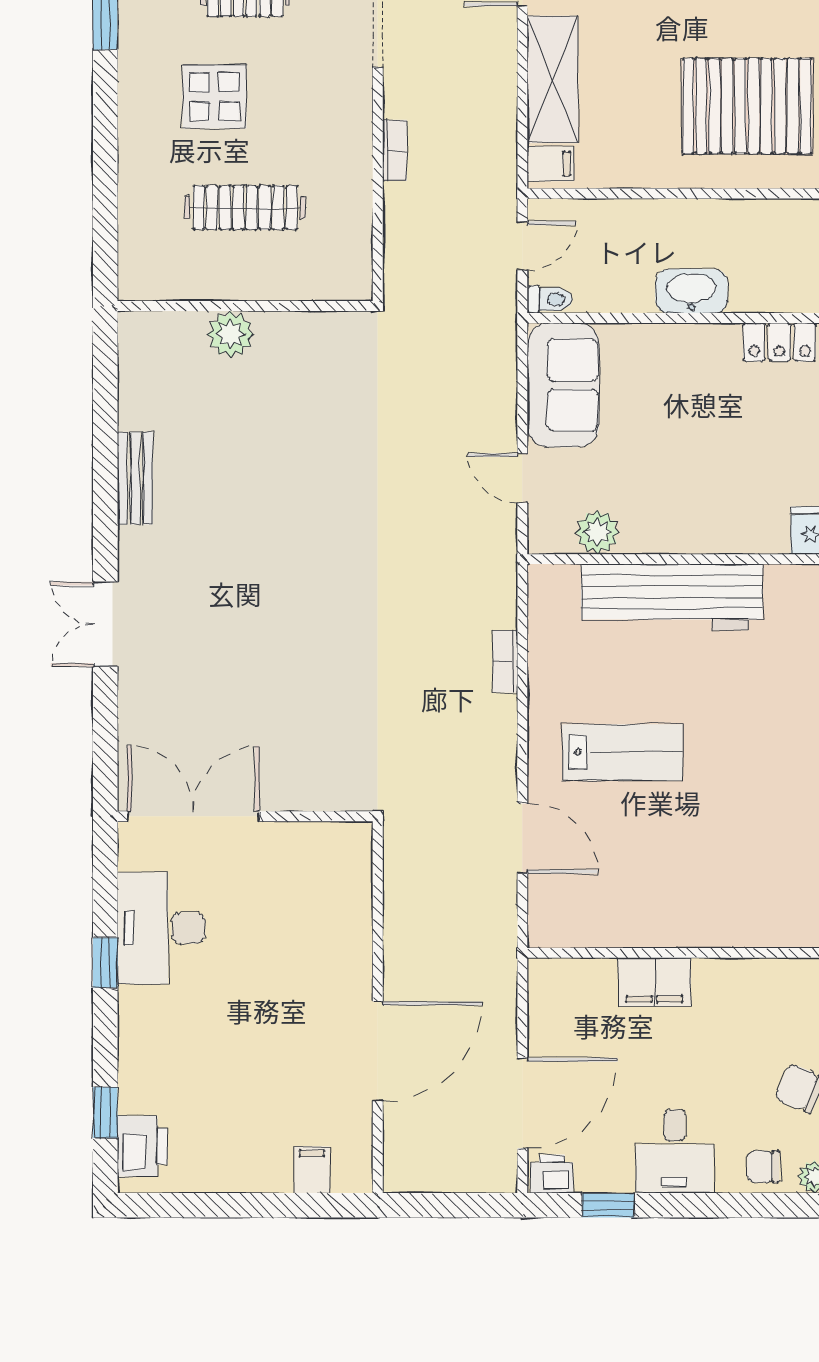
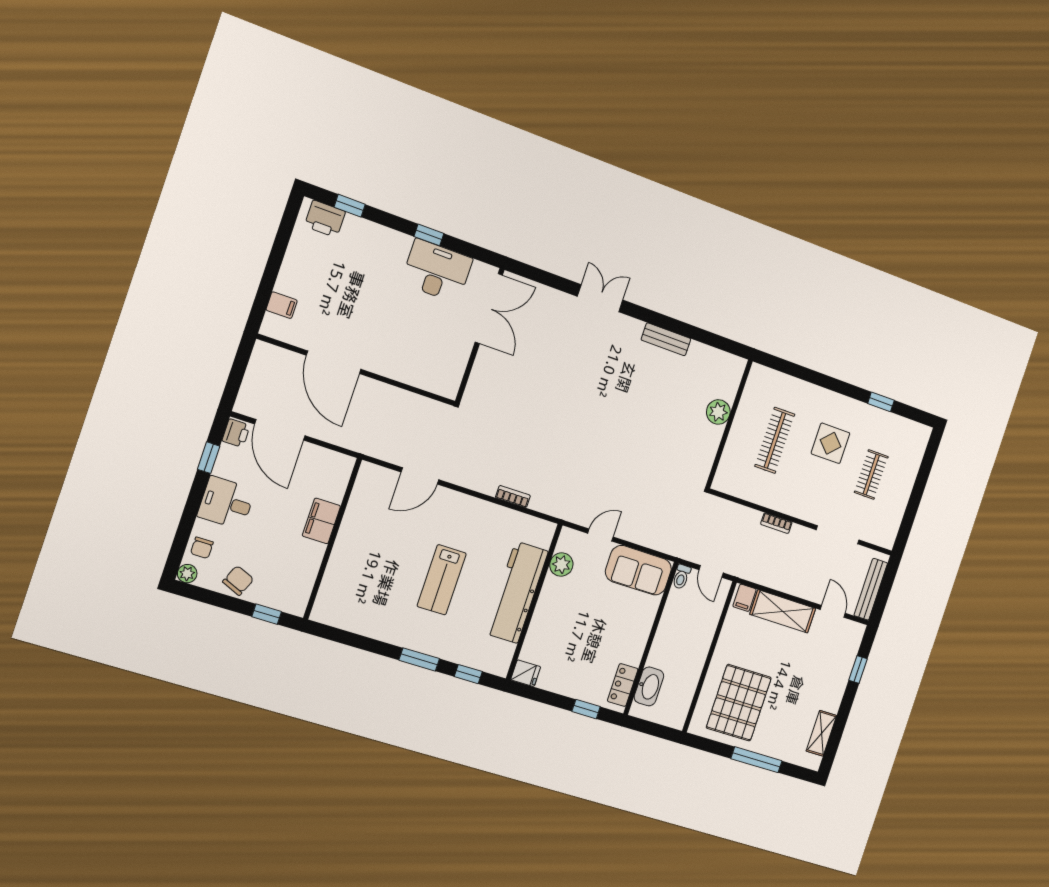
washbasin: (691, 291) -> (649, 686), moved
lab bench: (623, 752) -> (442, 580), moved
chair: (763, 1167) -> (202, 548), turned 180

